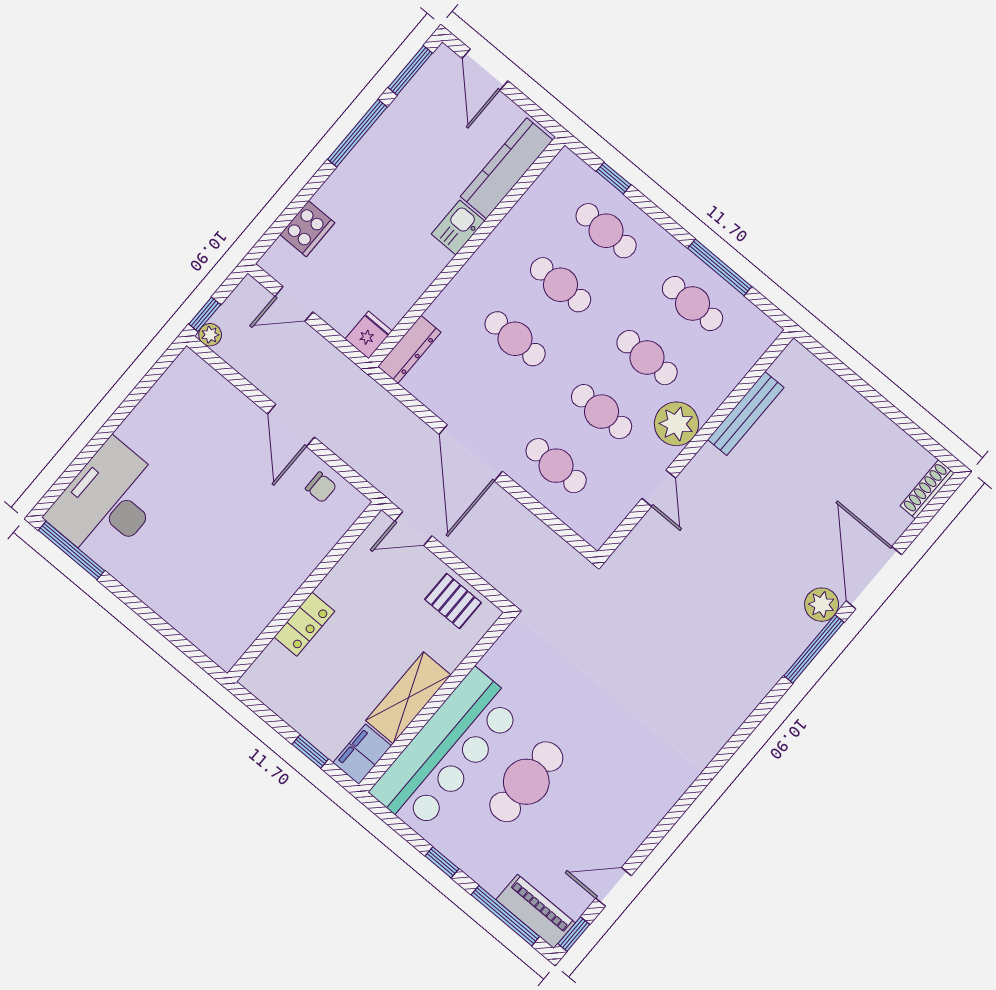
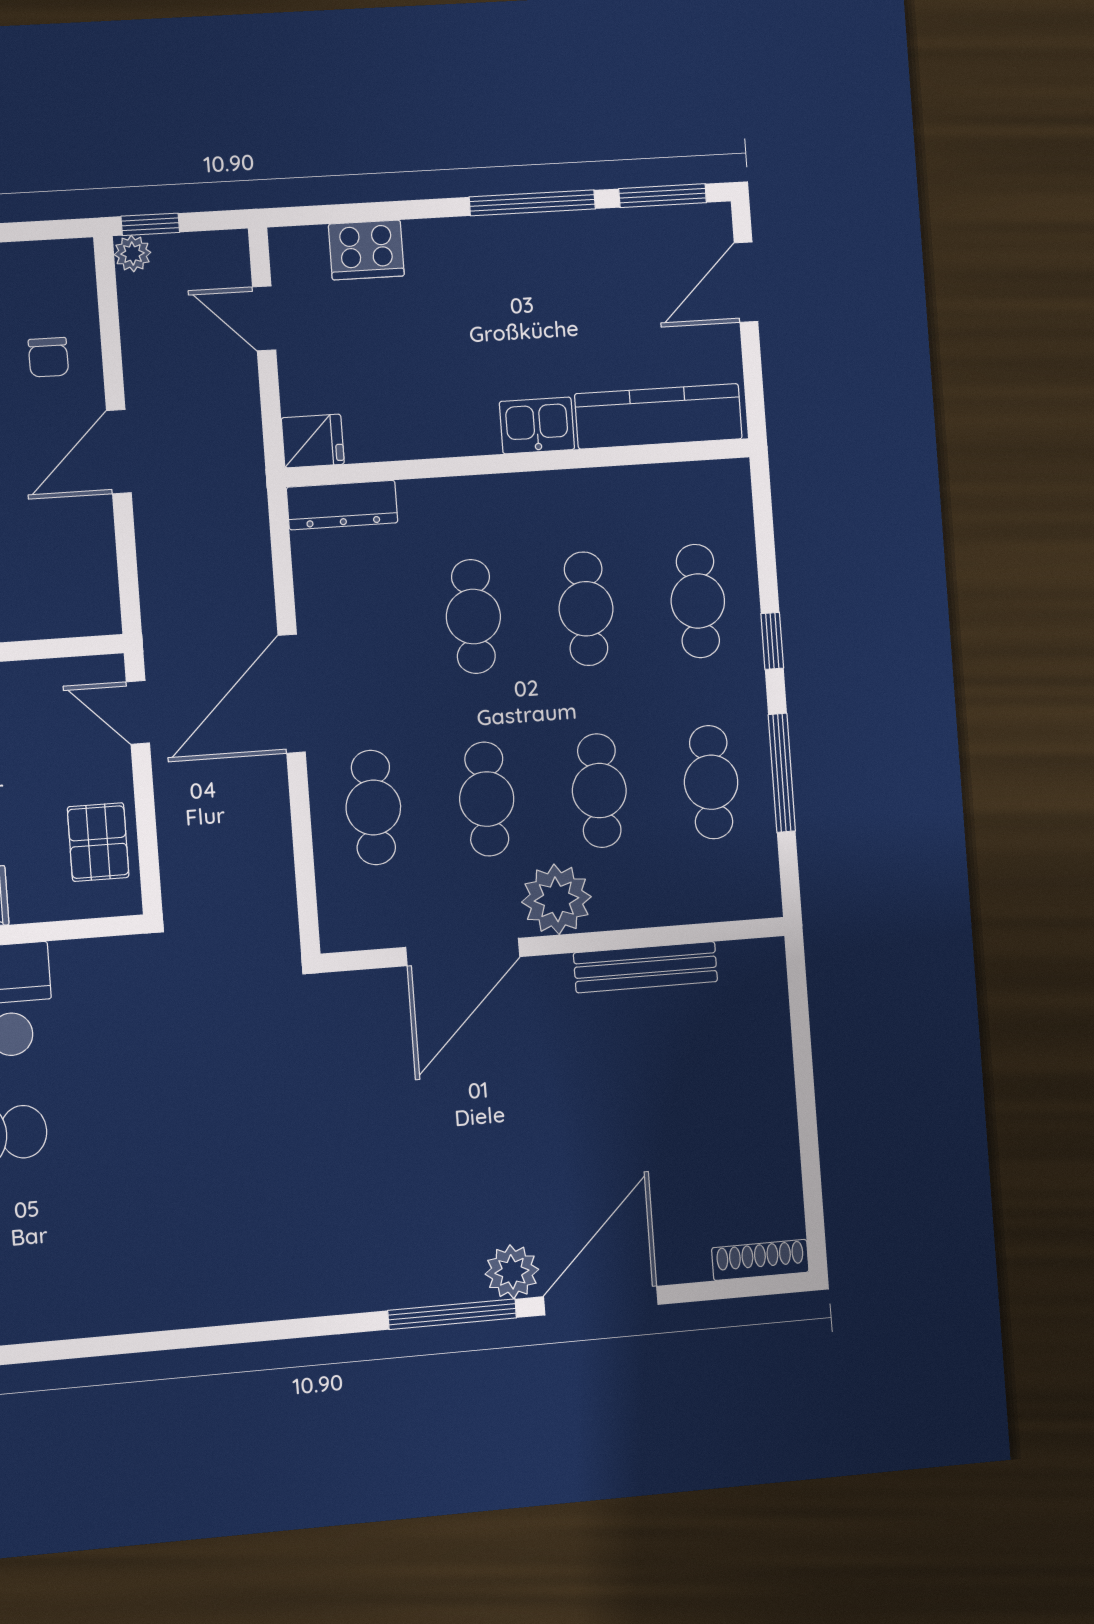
window: (614, 178) -> (772, 641), moved
chair: (321, 487) -> (48, 357), moved
door: (659, 488) -> (463, 952), width x1.88

